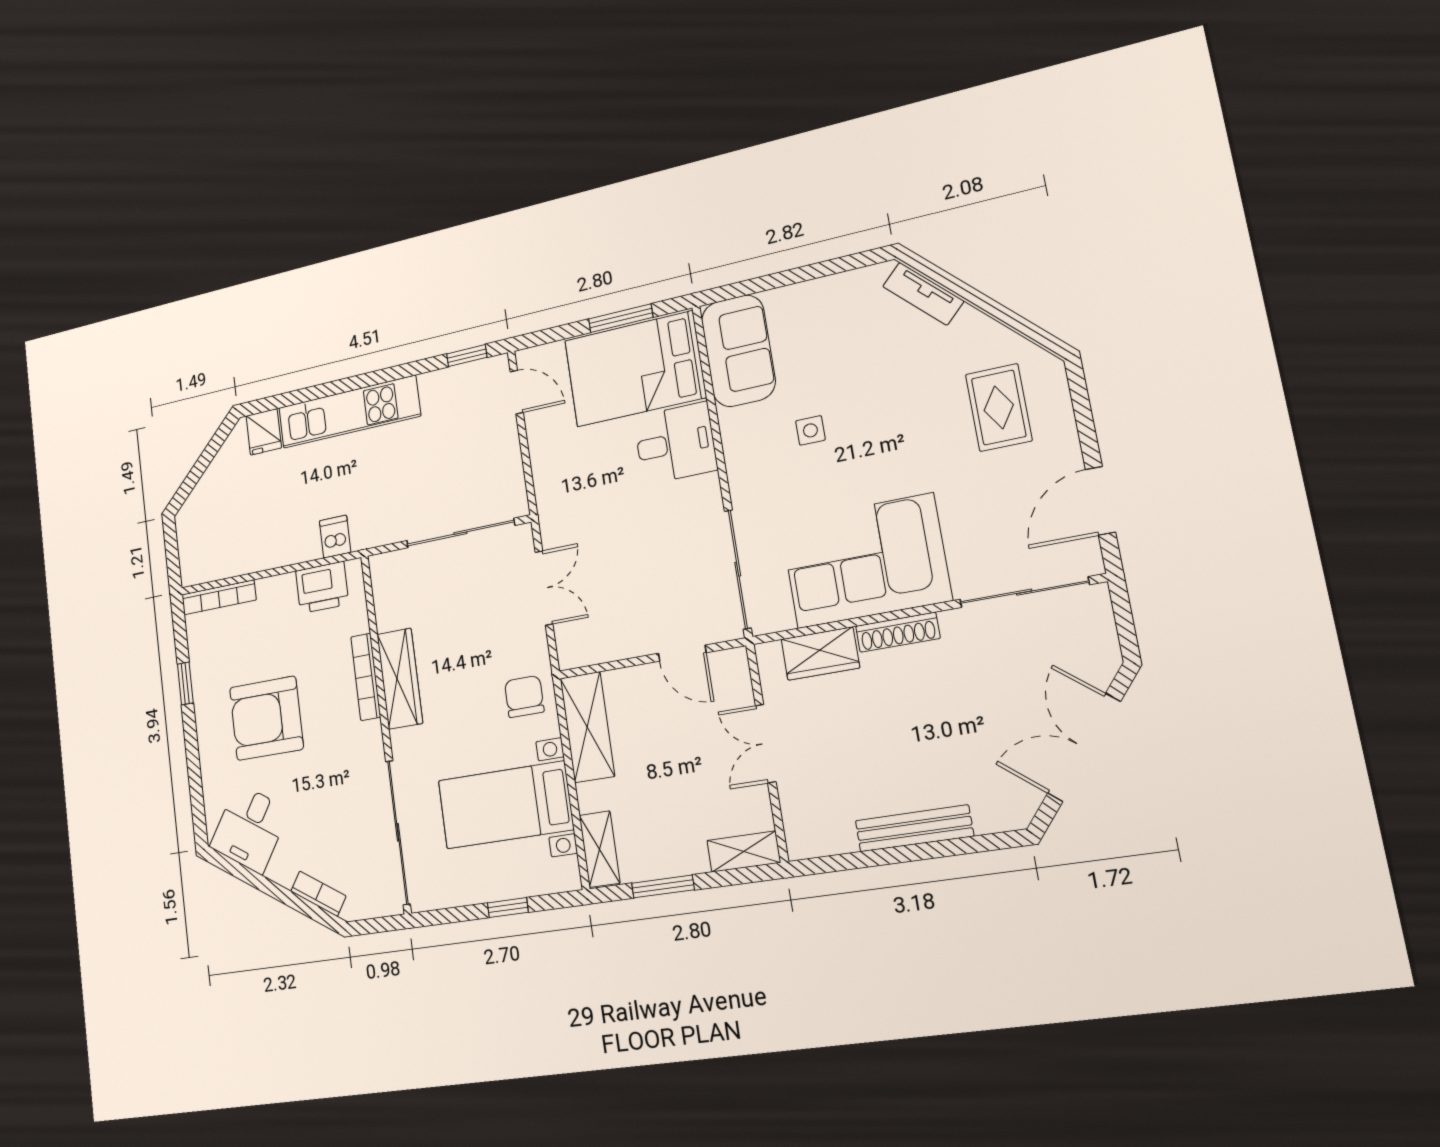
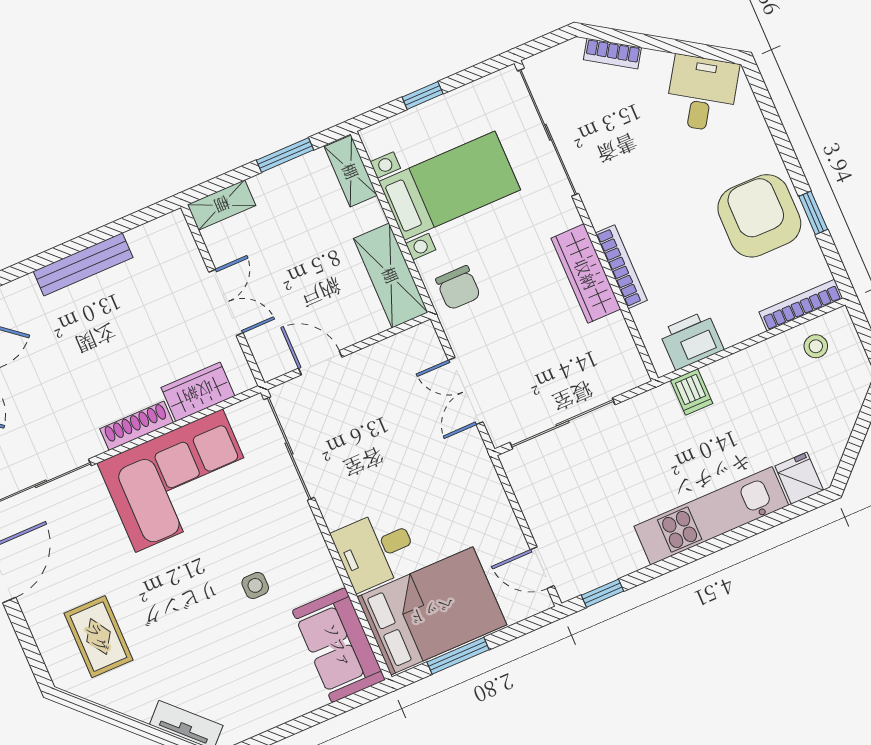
stool: (217, 555) -> (816, 346), added
armchair: (266, 718) -> (759, 216), moved, turned -90

